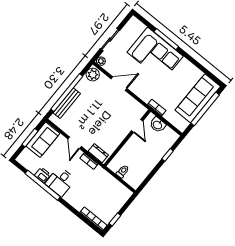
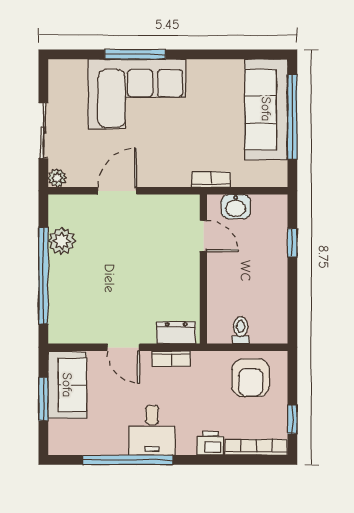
plant: (93, 75) -> (62, 241), moved
bench: (67, 103) -> (58, 293), removed
printer: (43, 175) -> (210, 443), moved
armchair: (112, 192) -> (251, 378), added

